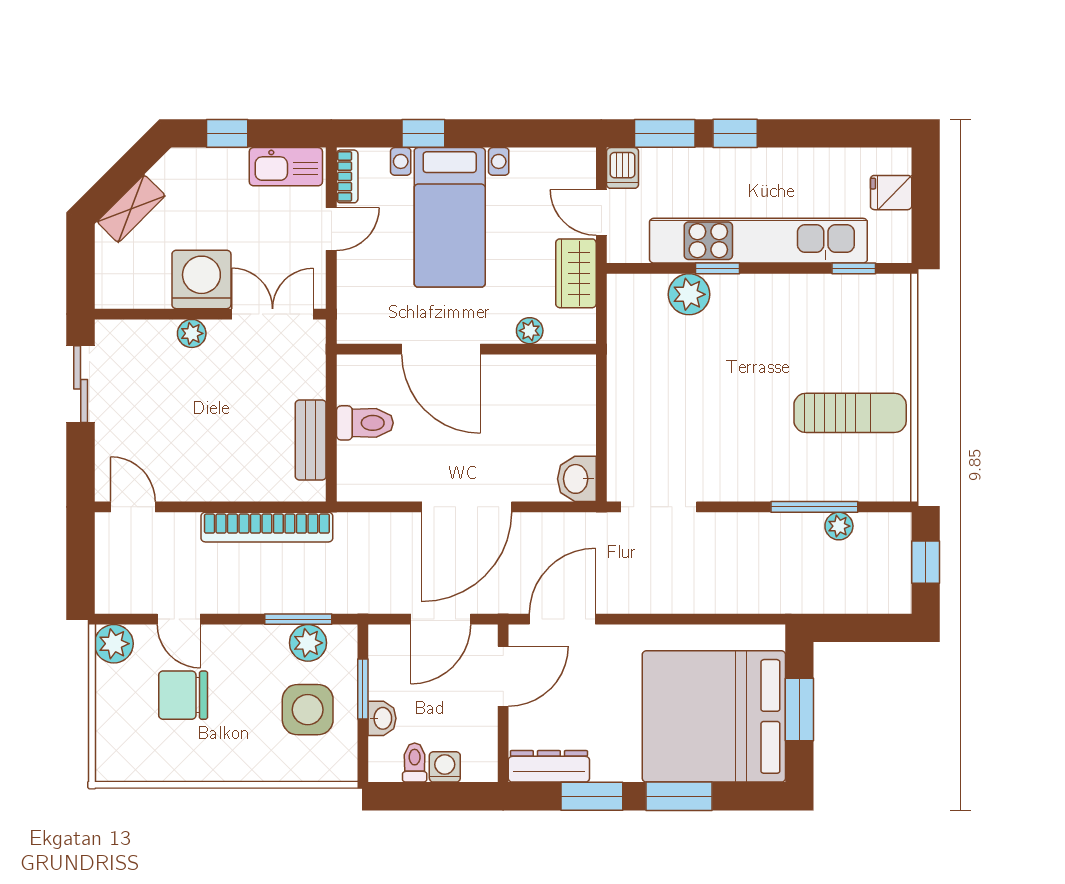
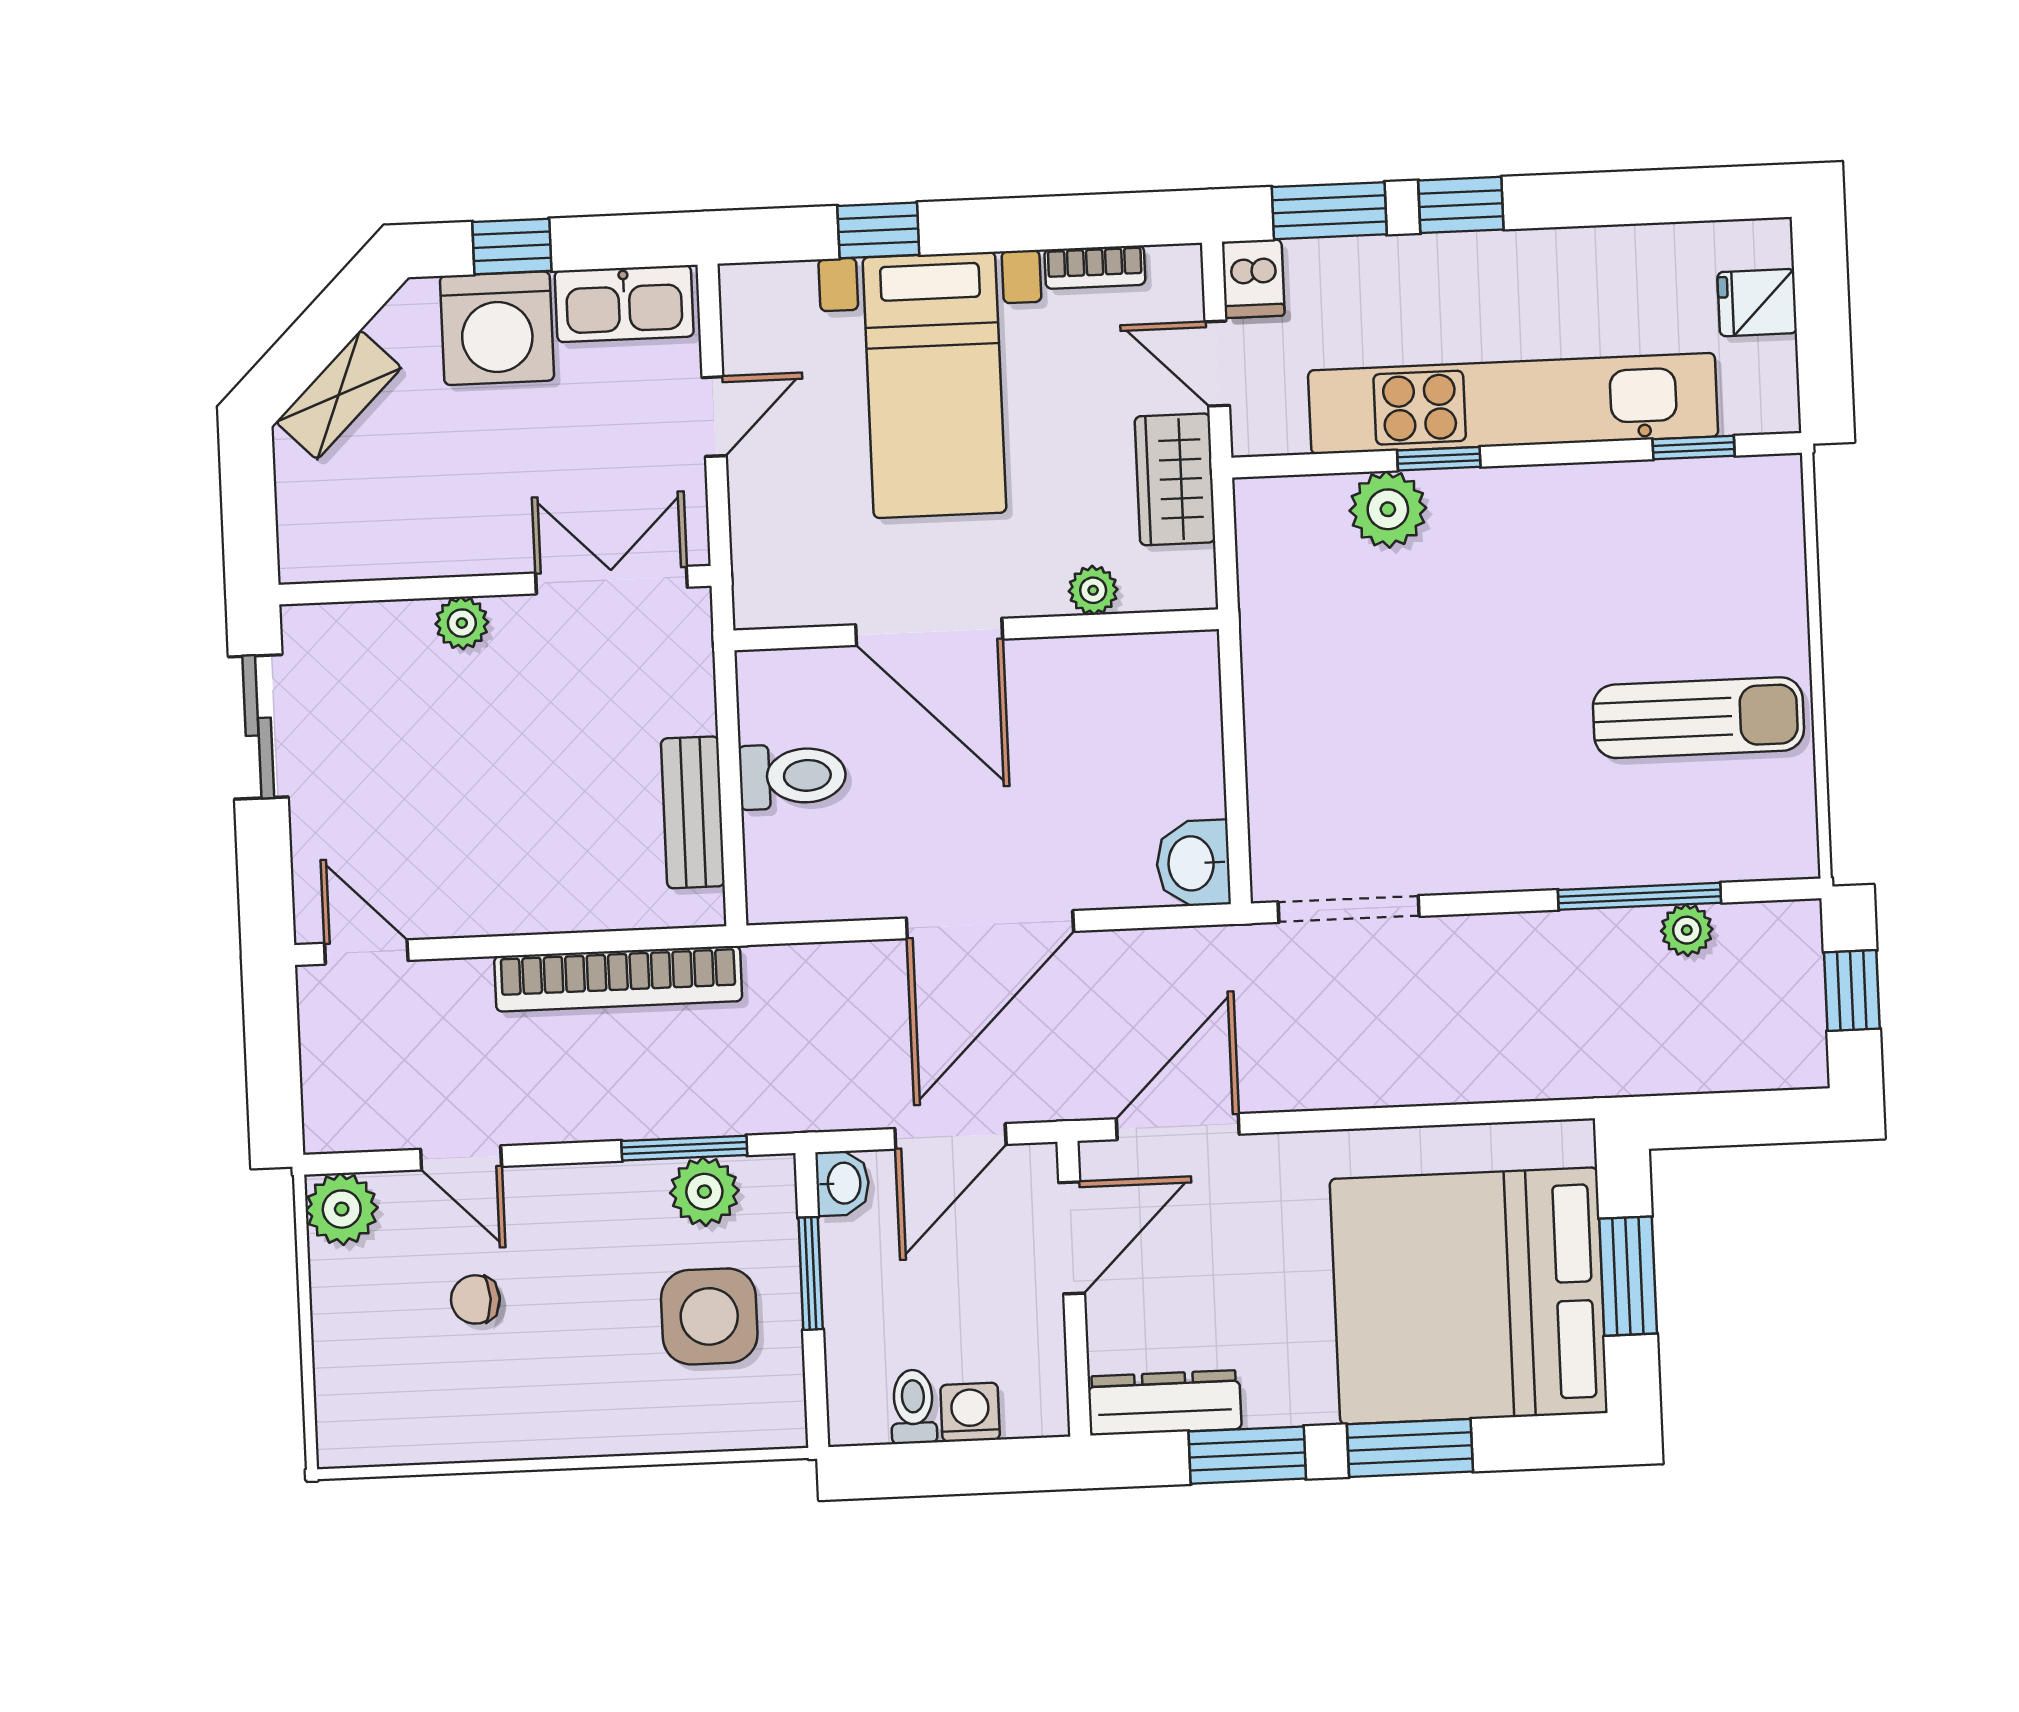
bookcase: (347, 176) -> (1095, 267), moved, turned 90
washing machine: (201, 279) -> (497, 328), moved, turned 180
chair: (183, 695) -> (475, 1299), width x0.54, depth x0.54
washbasin: (382, 718) -> (843, 1183), moved

